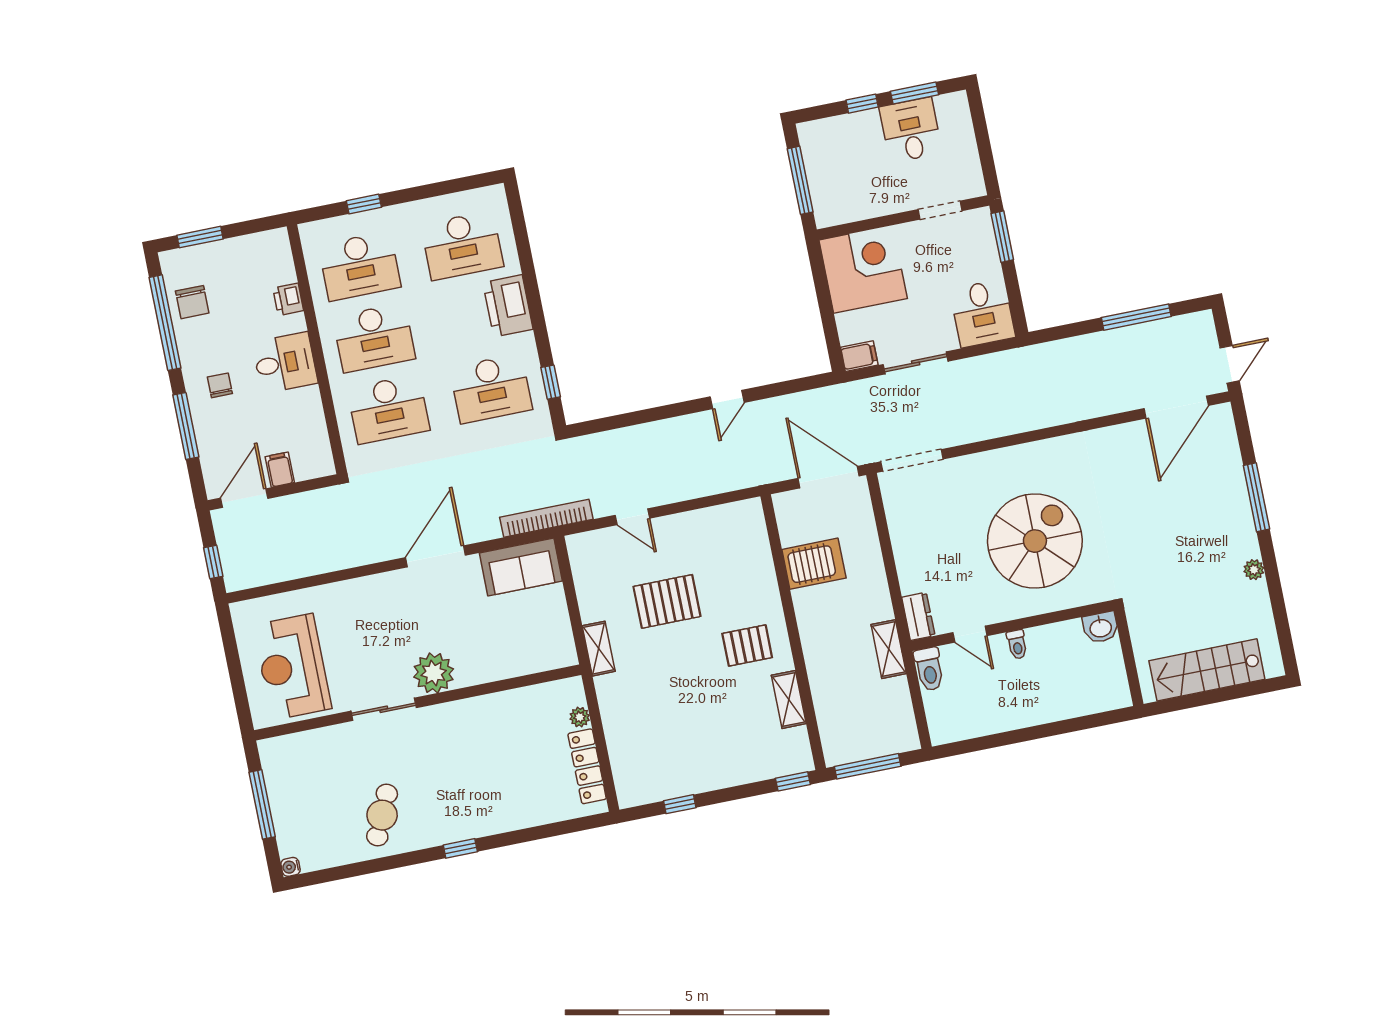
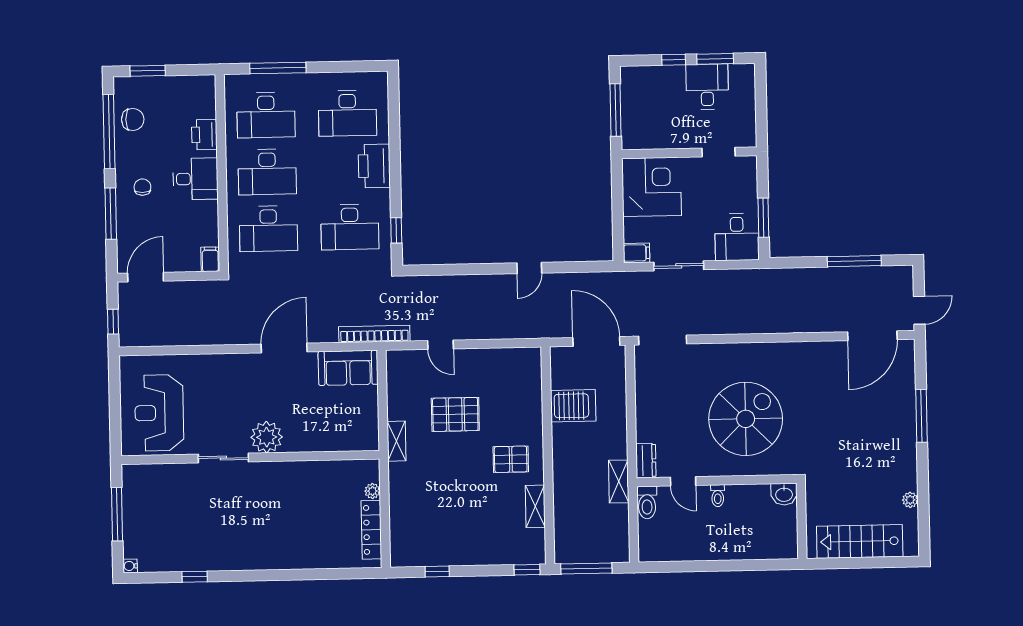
window: (364, 204) -> (278, 68), width x2.17
window: (1002, 237) -> (763, 218), moved
printer: (288, 299) -> (204, 135), width x1.36, depth x1.24
chair: (192, 302) -> (133, 119), turned -90
filing cabinet: (280, 470) -> (210, 259), moved
plant: (1254, 570) -> (910, 500), moved
cafe table: (382, 815) -> (207, 539), removed
window: (460, 848) -> (195, 577), moved

